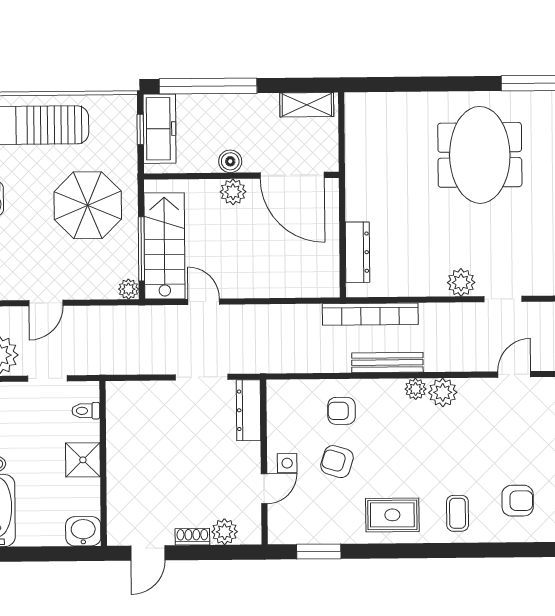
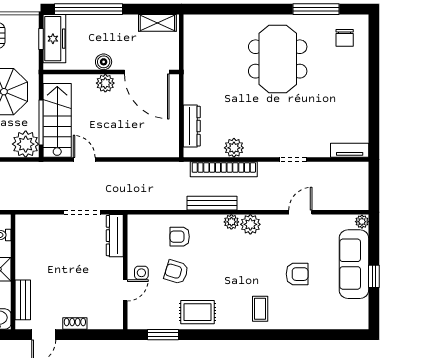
plant: (461, 282) -> (234, 148), moved
plant: (128, 289) -> (26, 144), width x1.88, depth x1.88
bookcase: (370, 314) -> (224, 169), moved
armchair: (518, 501) -> (297, 274), moved
bench: (117, 504) -> (23, 300), added
rug: (392, 515) -> (197, 312), moved
plant: (225, 532) -> (97, 320), removed

